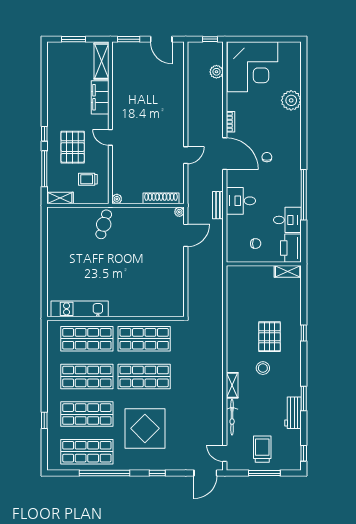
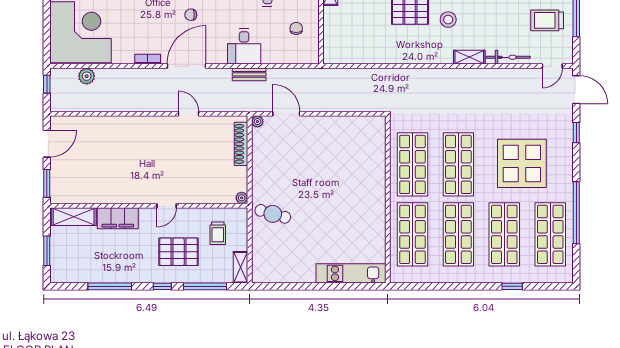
window: (44, 91) -> (110, 286), added
kitchen unit: (80, 309) -> (351, 273), moved, turned 90
window: (157, 473) -> (576, 133), moved

